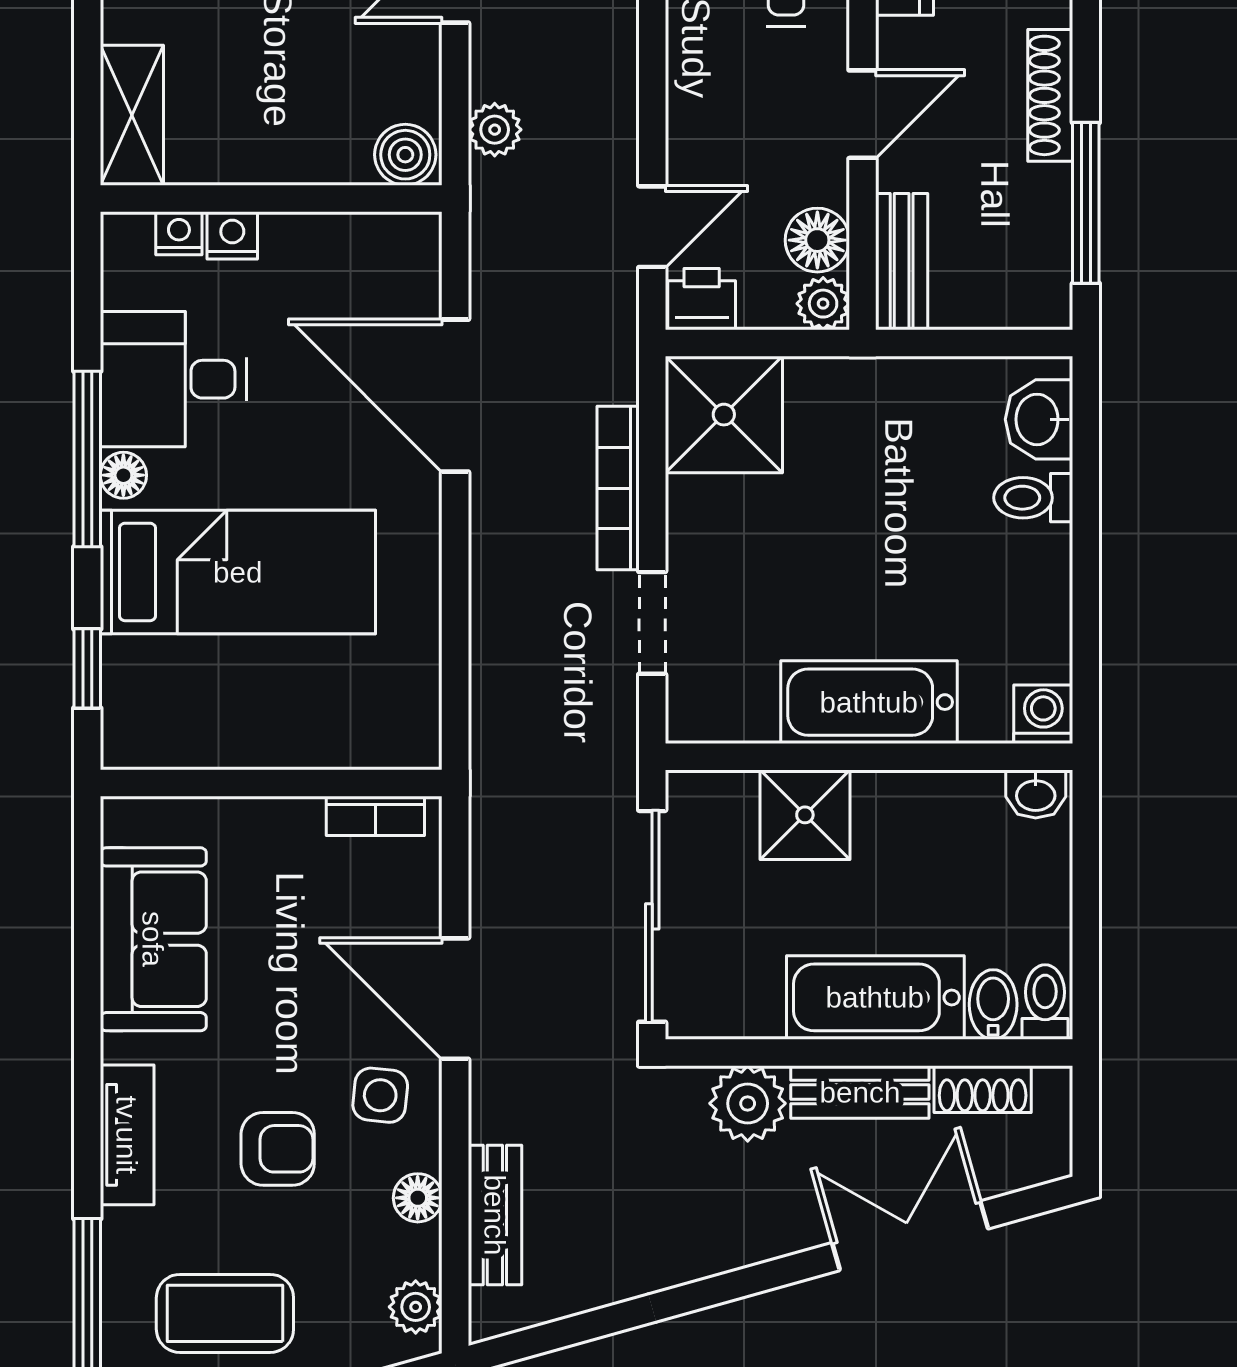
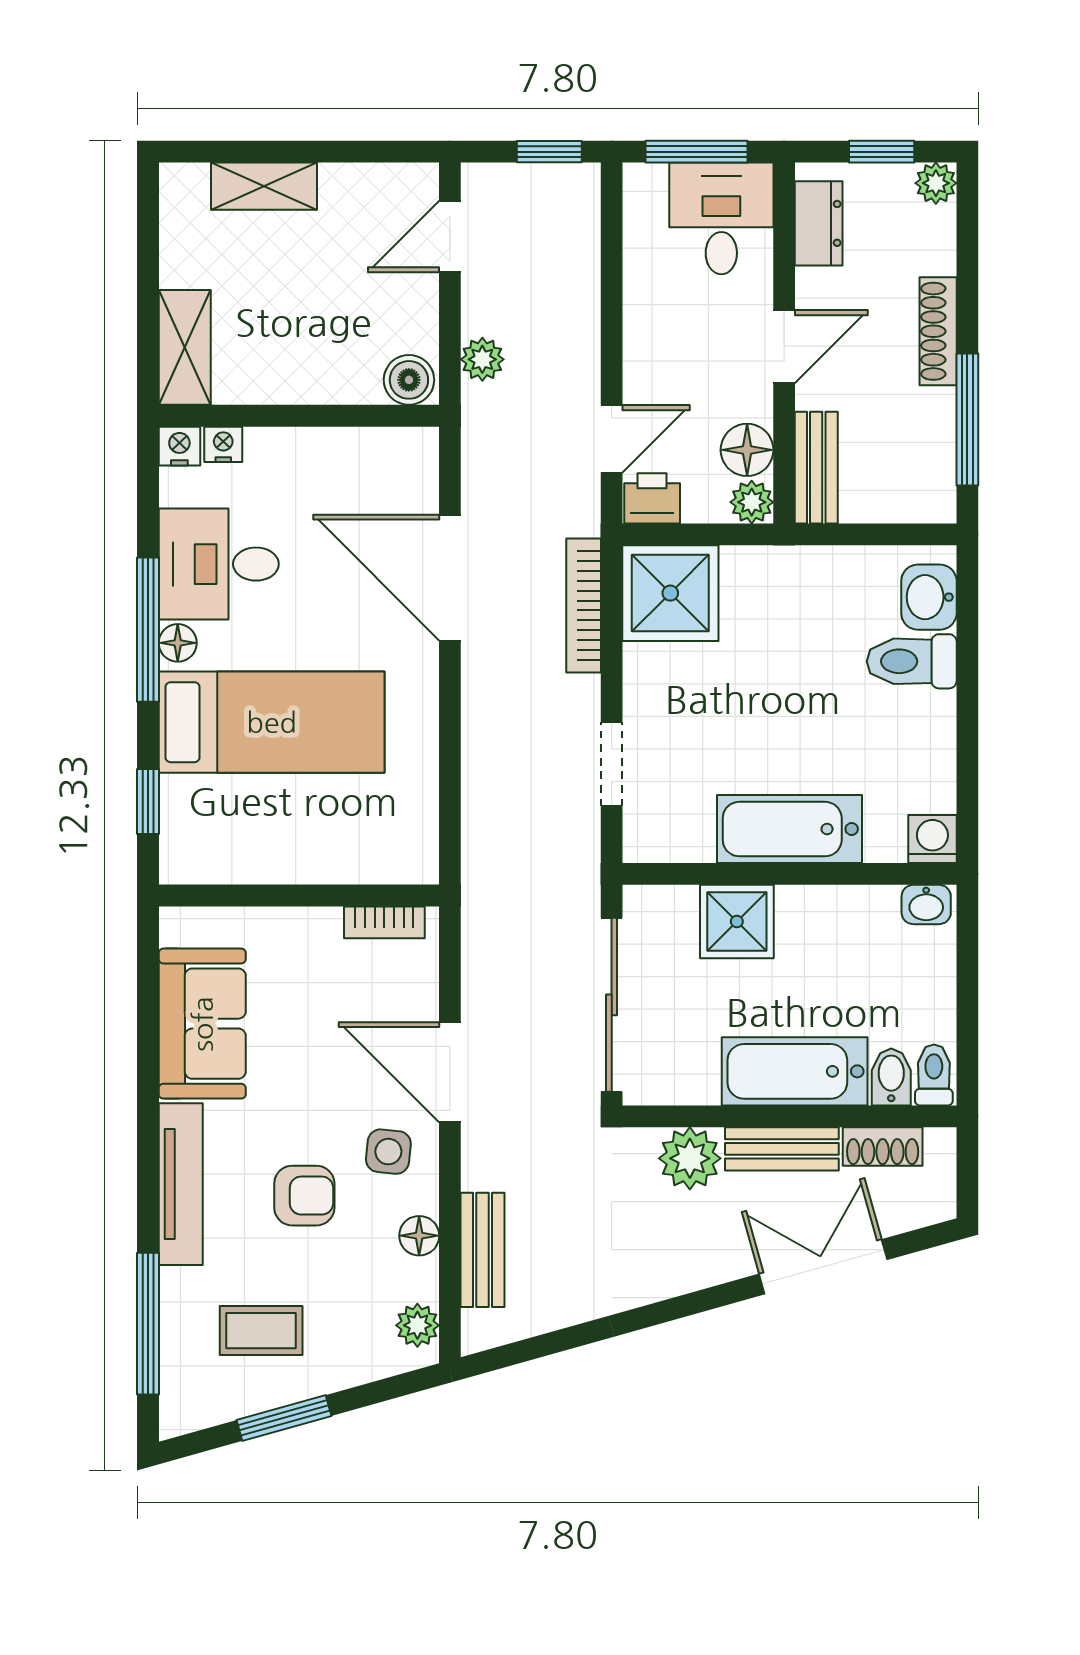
nightstand: (232, 235) -> (179, 446), moved
bookcase: (618, 488) -> (584, 605), moved
toilet: (1033, 498) -> (912, 661), width x1.37, depth x1.39
tv unit: (127, 1135) -> (181, 1184), width x1.41
coffee table: (225, 1313) -> (261, 1331), width x0.73, depth x0.77

